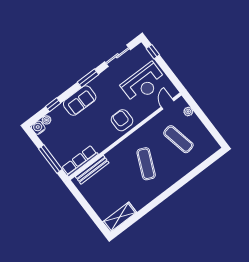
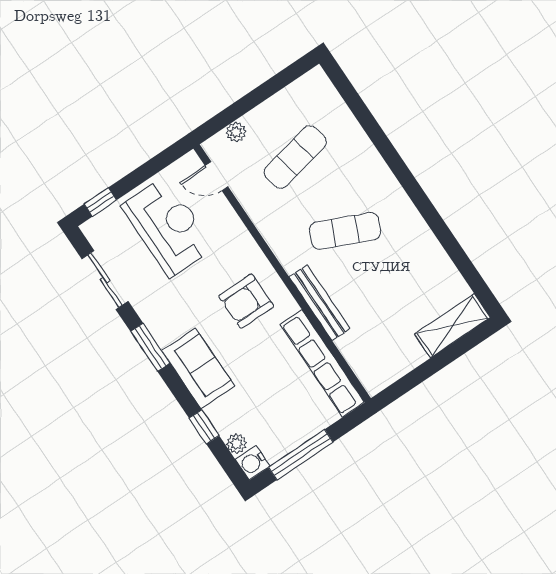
armchair: (122, 120) -> (246, 301), moved
window: (50, 159) -> (301, 455), moved
row of seats: (80, 161) -> (322, 363), width x1.36
bench: (92, 170) -> (320, 303), moved
shelving: (120, 217) -> (453, 326), moved, turned 90

